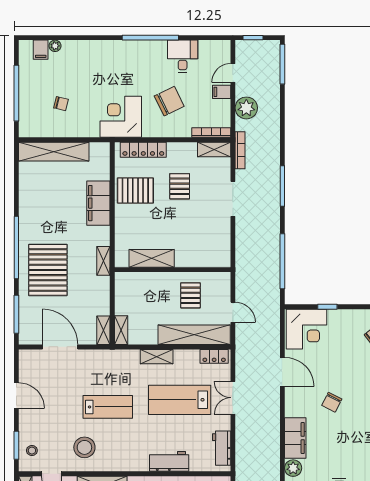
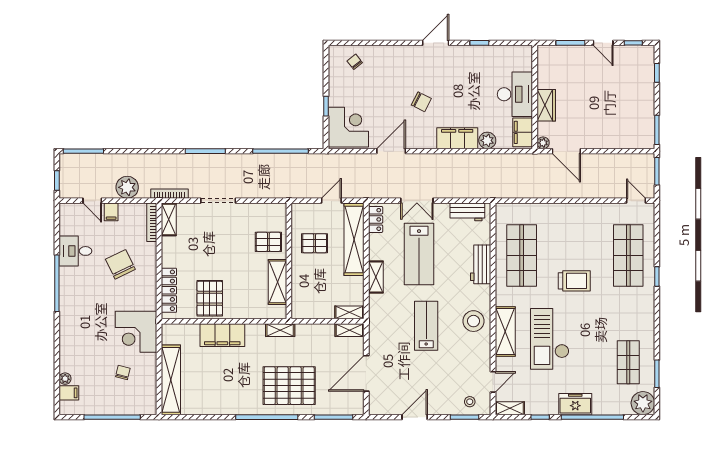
corner desk: (121, 117) -> (136, 332), moved
pallet: (180, 186) -> (268, 242), moved
stool: (84, 447) -> (473, 321), moved

